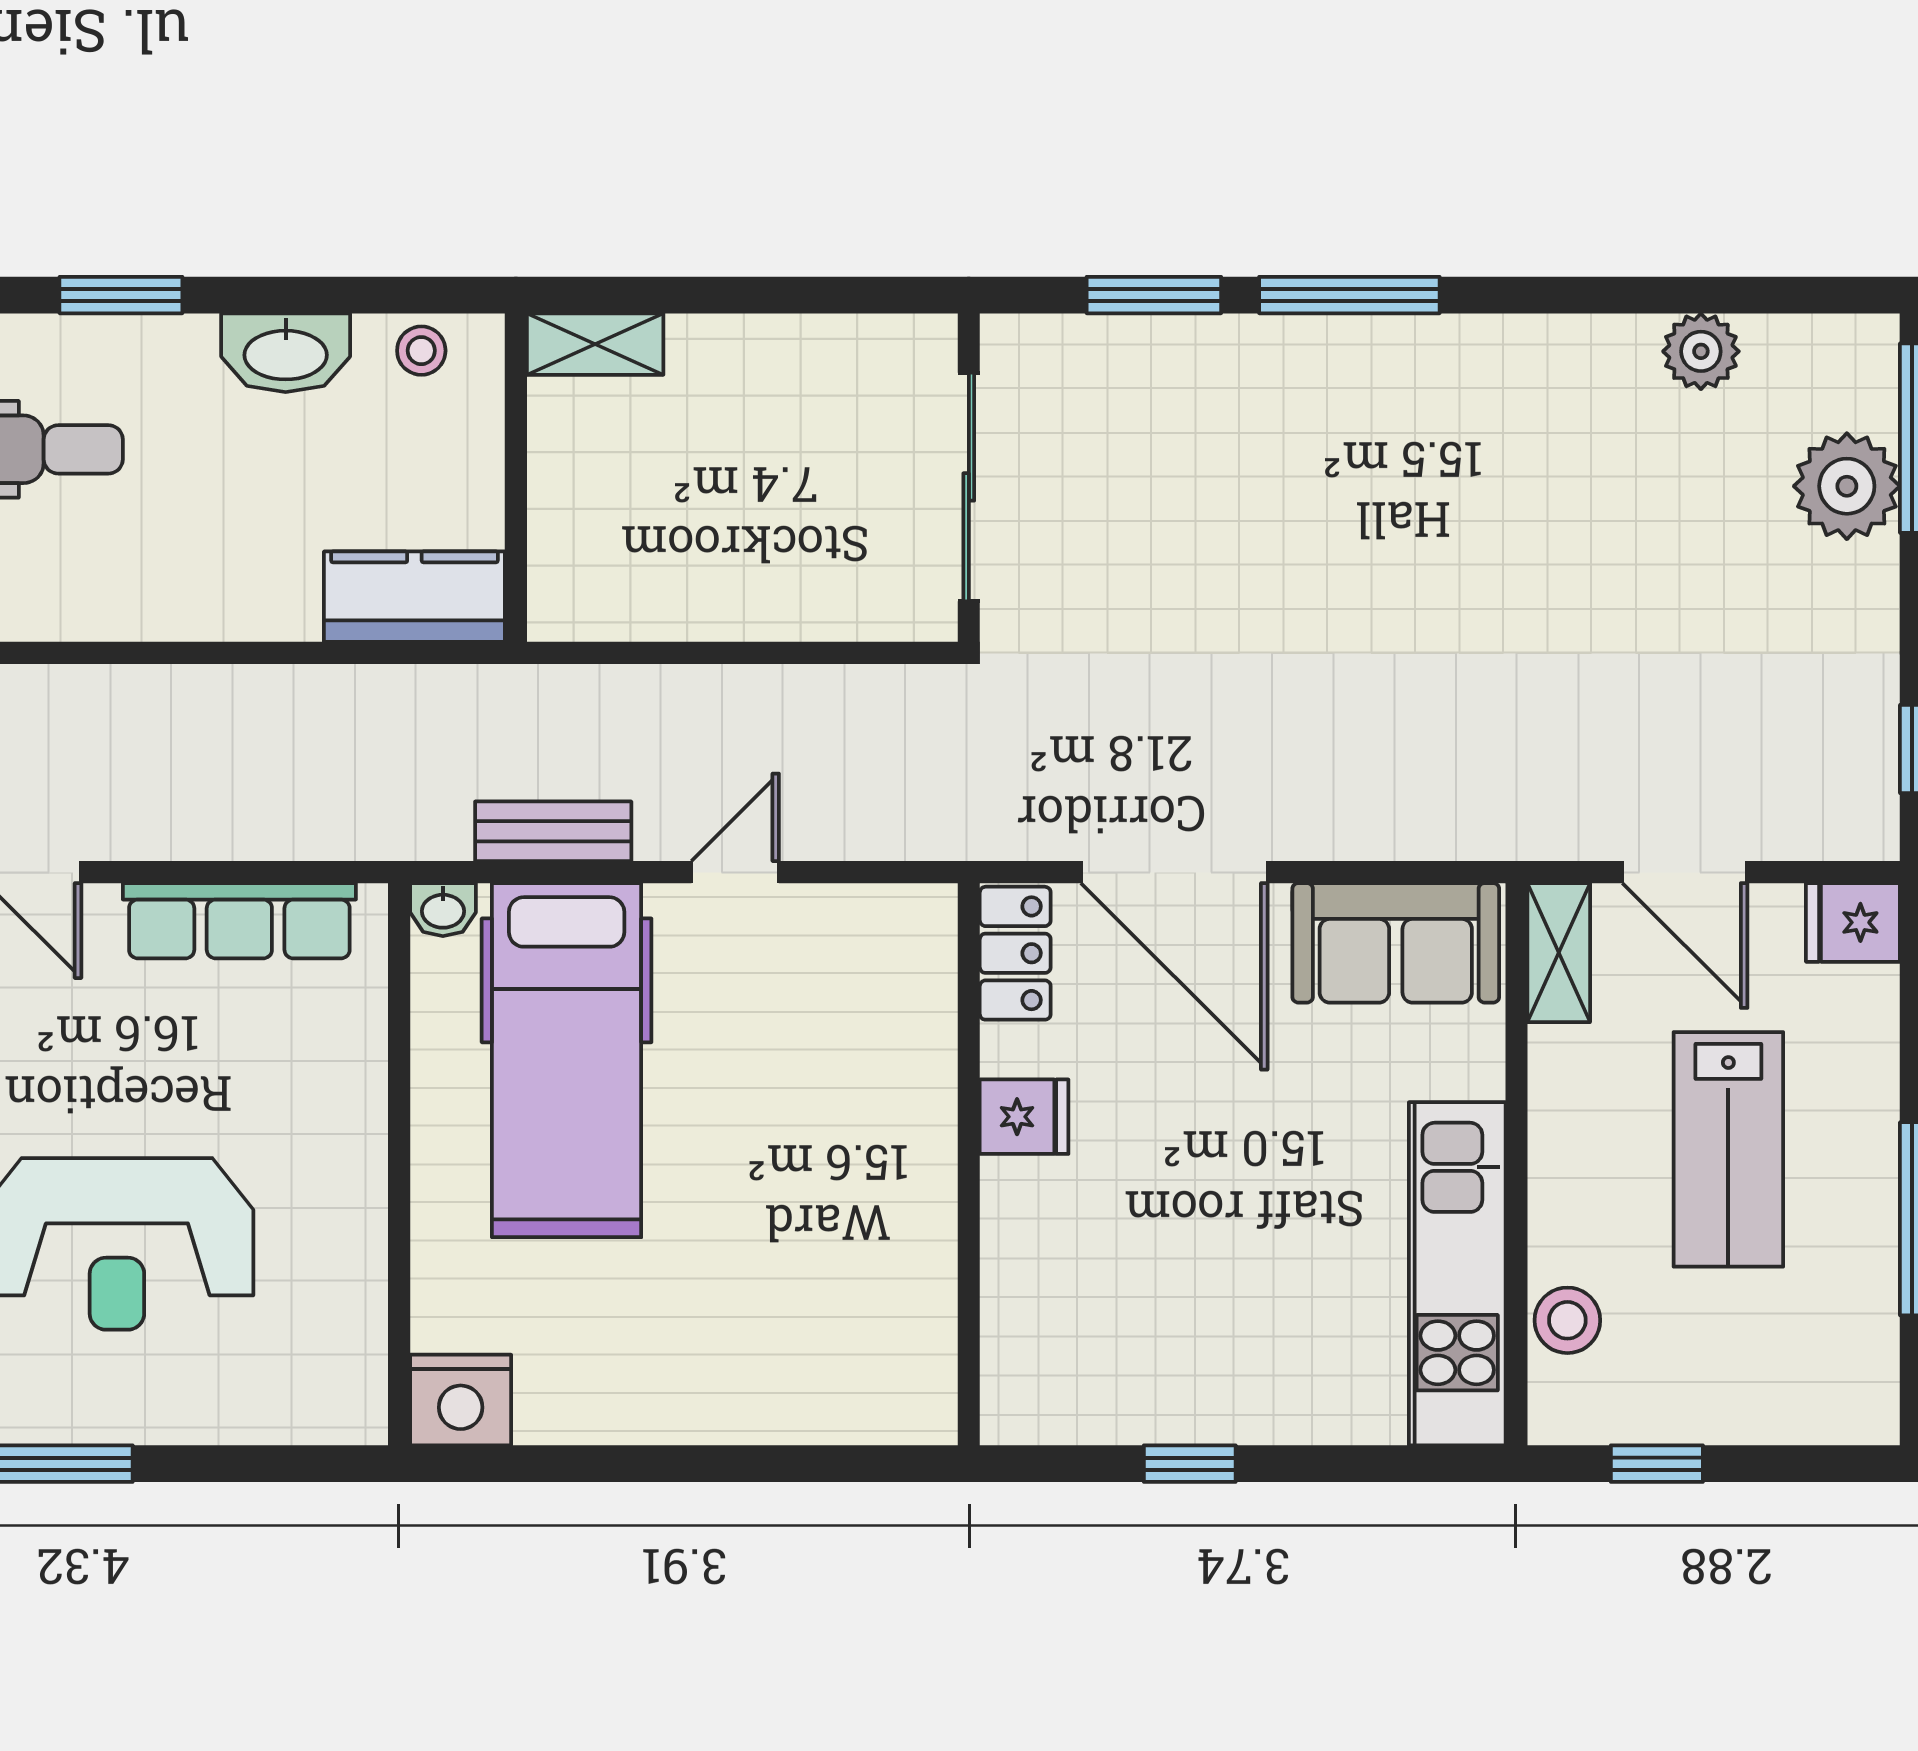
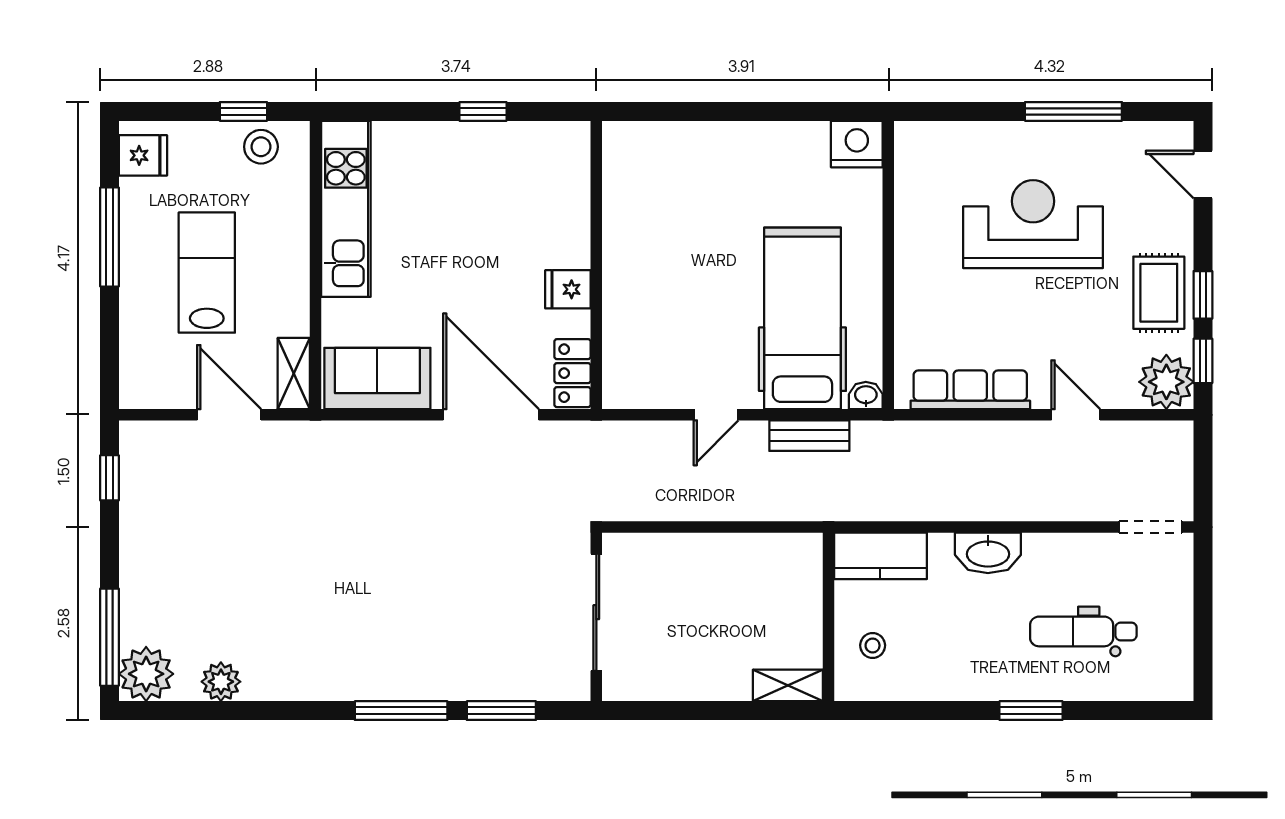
stool: (421, 351) -> (873, 645), moved
washbasin: (286, 353) -> (988, 553), moved, turned 180
plant: (1847, 486) -> (146, 674), moved
fridge: (1853, 922) -> (143, 155), moved
stool: (1567, 1320) -> (261, 147), moved

